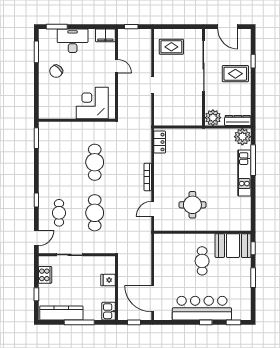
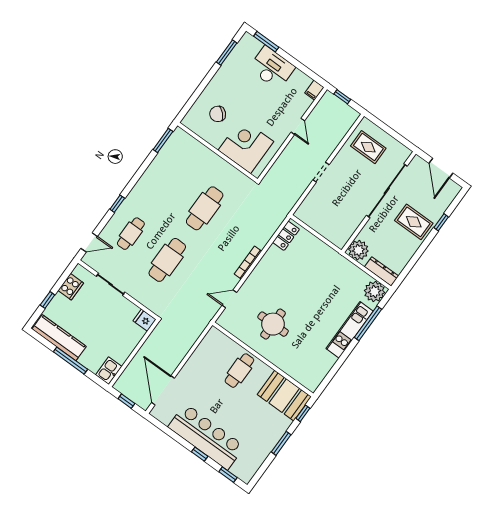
filing cabinet: (105, 35) -> (314, 90), width x0.50
chair: (56, 71) -> (218, 114), moved
cafe table: (202, 261) -> (239, 371), moved
fridge: (108, 280) -> (144, 320), moved

